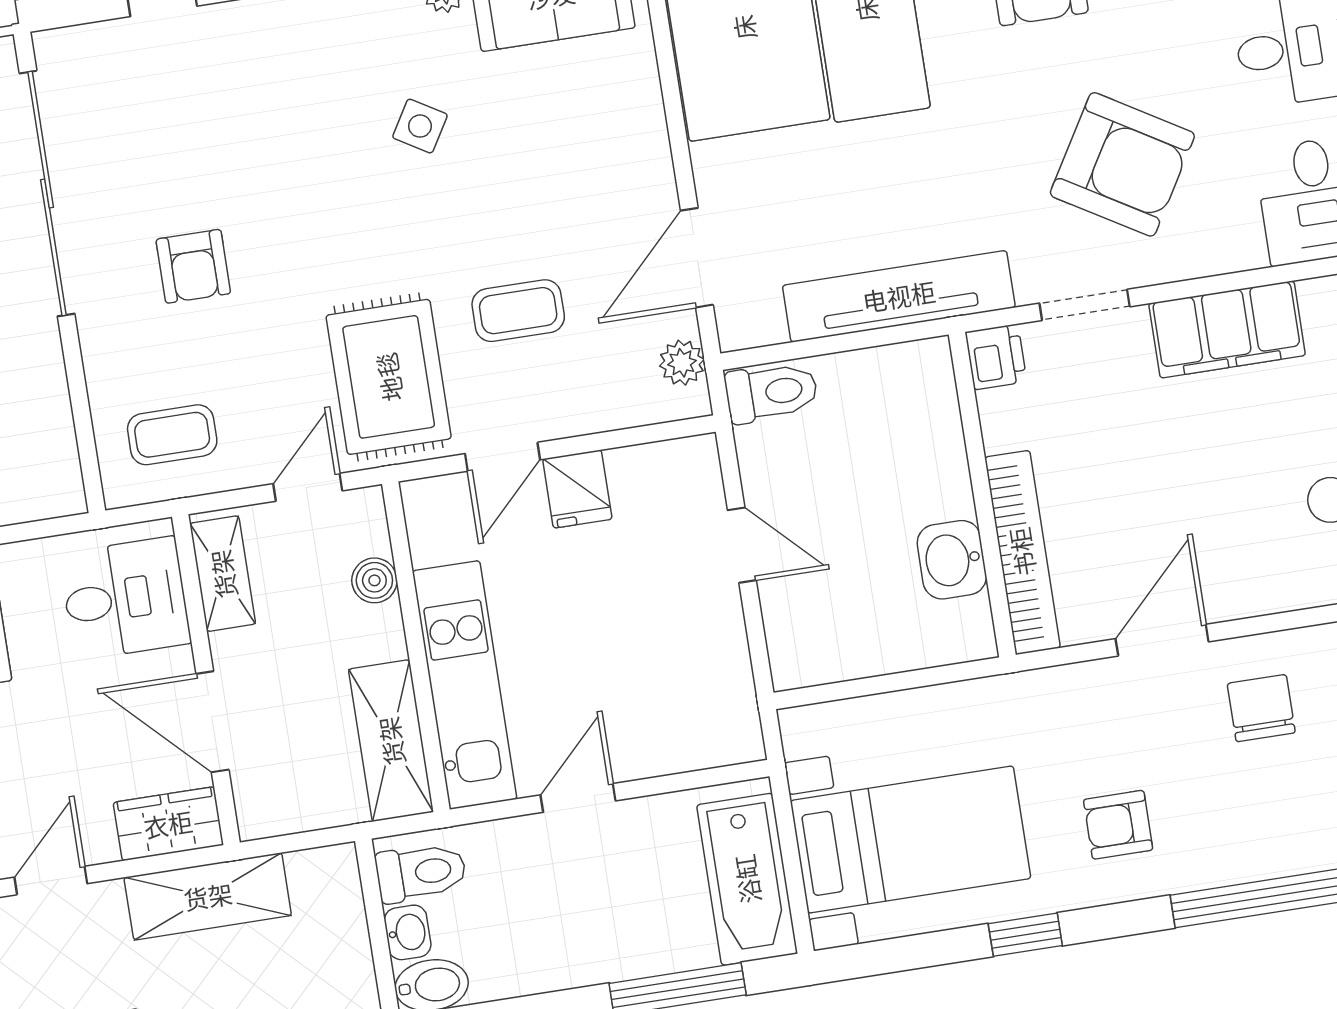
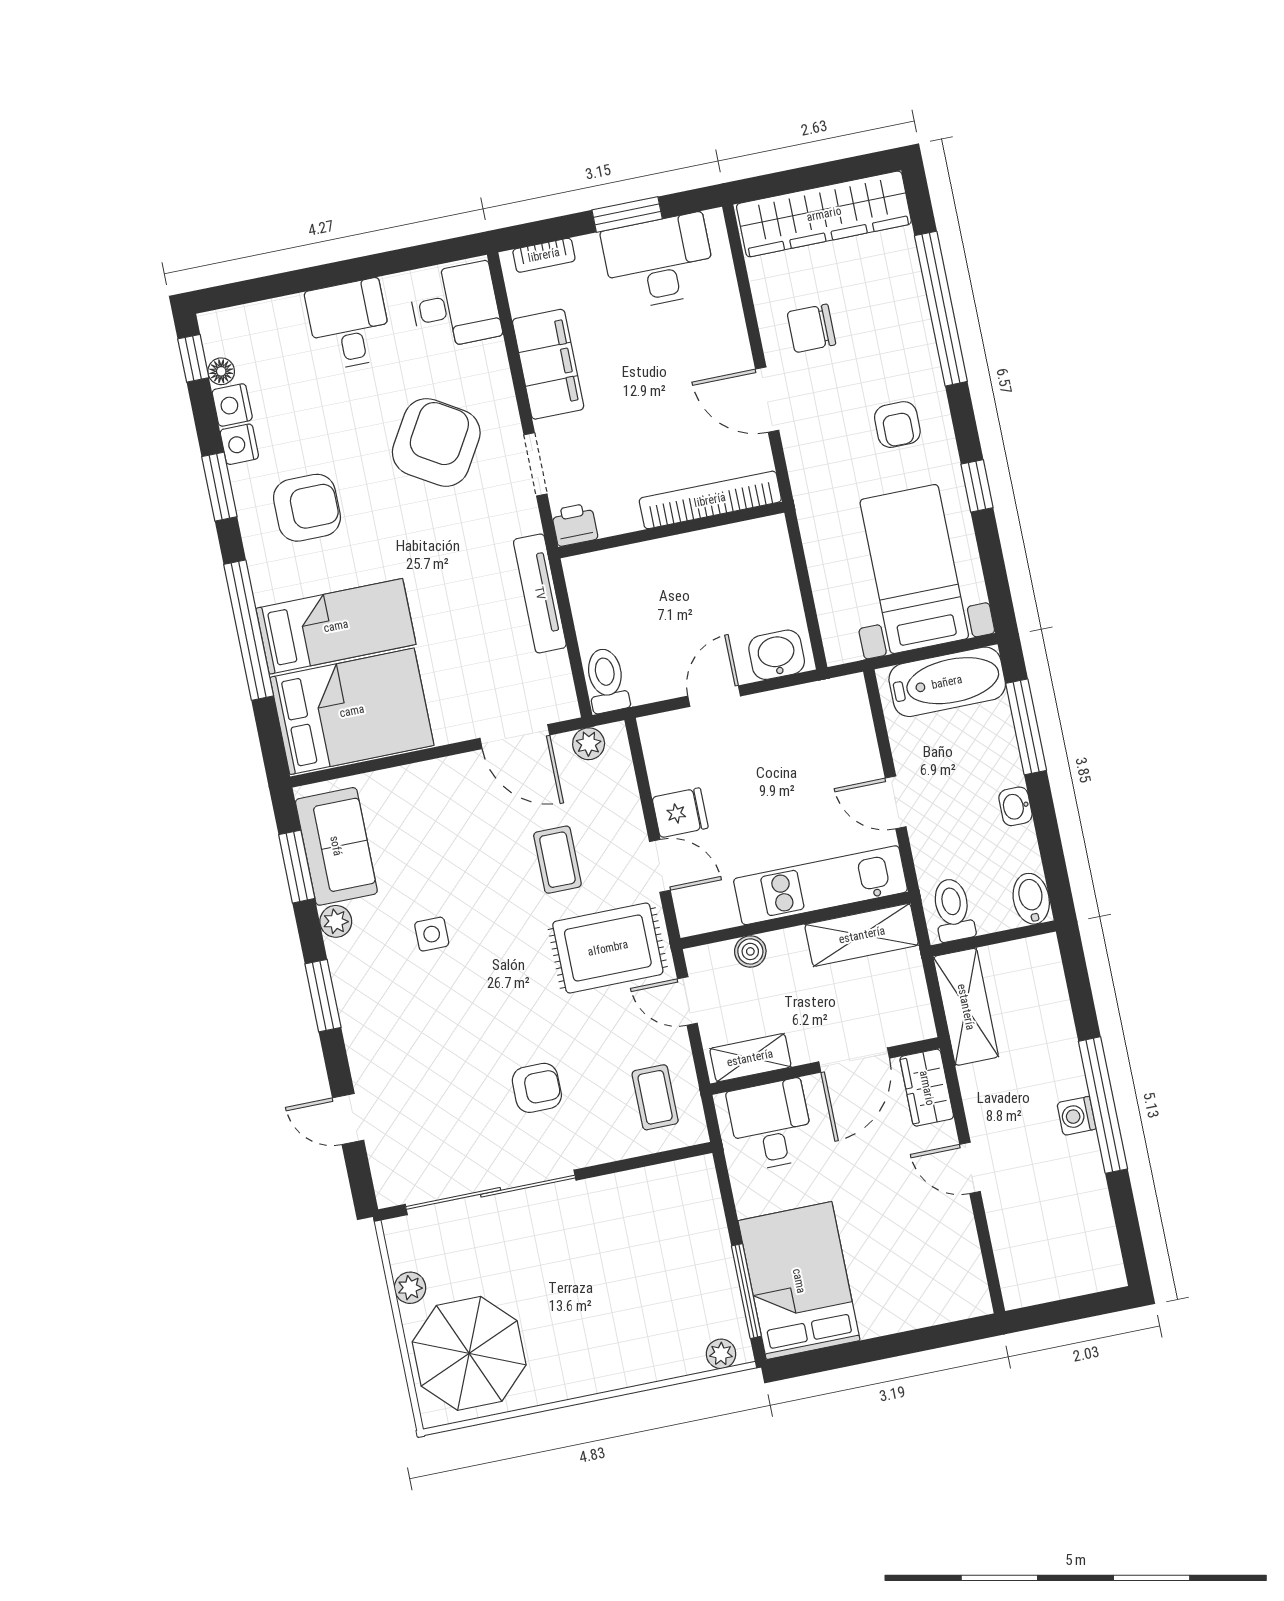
side table: (420, 126) -> (432, 934), turned -31
tv unit: (899, 296) -> (540, 593), width x0.73, depth x0.78
washbasin: (952, 560) -> (777, 655), moved, turned 180
shelving: (208, 896) -> (966, 1007), moved
washbasin: (408, 932) -> (1015, 806), moved, turned -90

